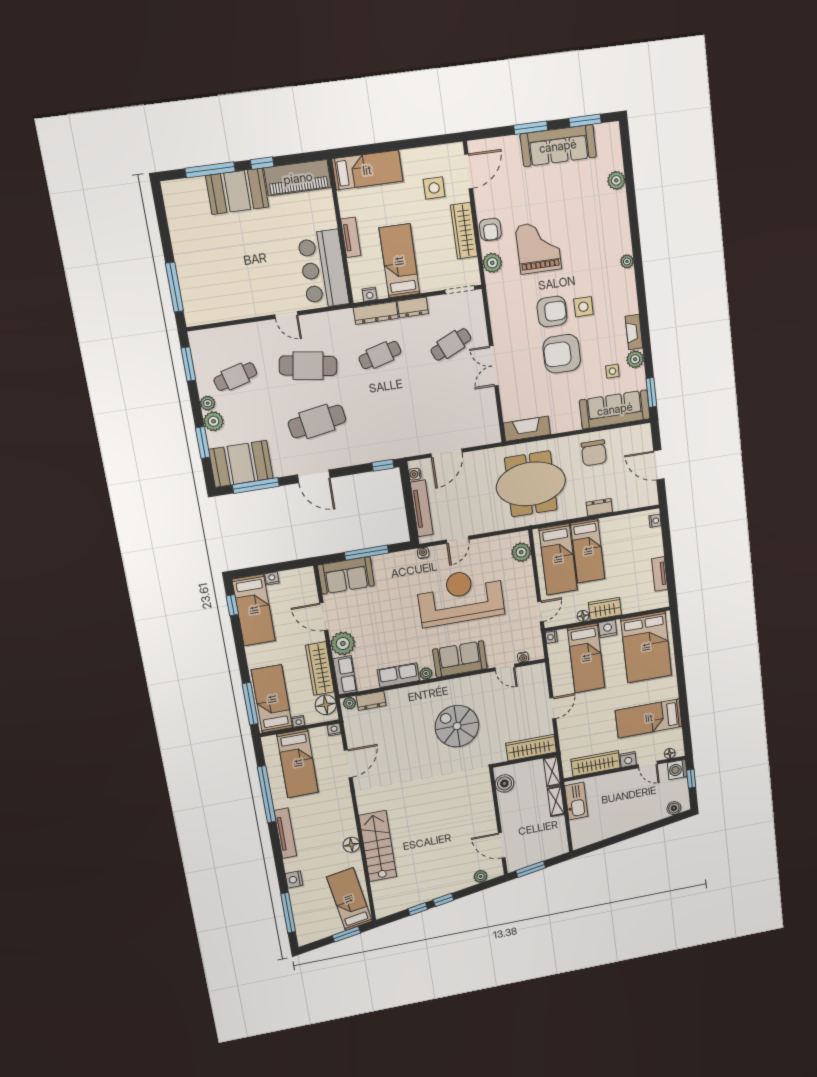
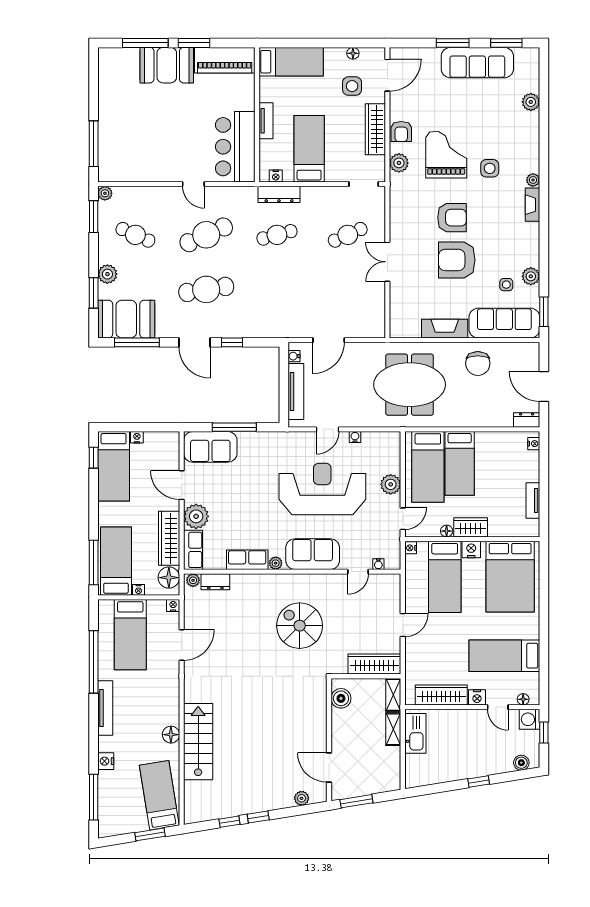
floor lamp: (430, 152) -> (353, 53), added
window: (262, 163) -> (194, 43), width x1.50
dresser: (413, 307) -> (316, 194), removed
side table: (583, 307) -> (490, 168), moved
fireplace: (634, 332) -> (532, 205), moved
cafe table: (308, 366) -> (206, 235), turned -33
cafe table: (235, 377) -> (135, 235), turned 39
plant: (208, 403) -> (105, 193), moved
fireplace: (527, 429) -> (445, 329), moved
window: (383, 465) -> (232, 342), moved
dresser: (599, 507) -> (527, 420), moved
plant: (521, 552) -> (391, 484), moved
water cooler: (423, 553) -> (355, 437), moved
door: (505, 668) -> (358, 572), hinge flipped
window: (638, 831) -> (479, 782), added

